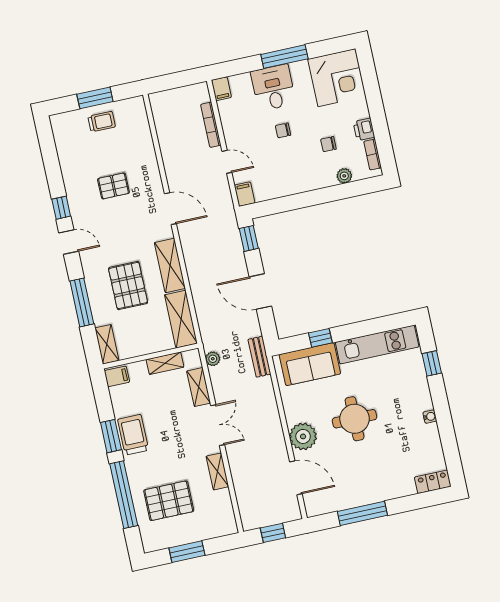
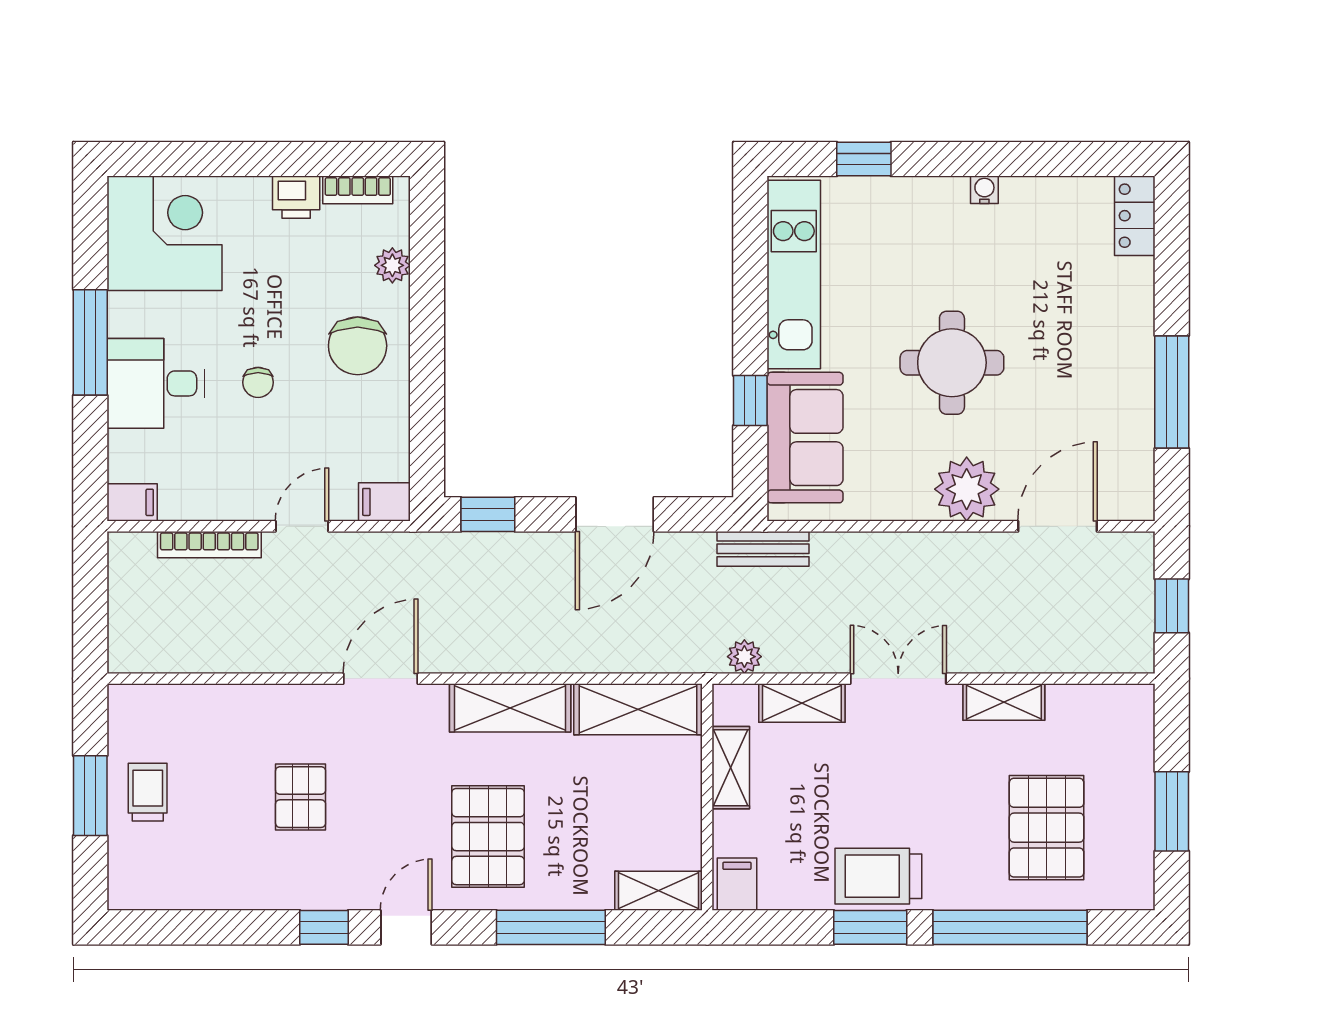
chair: (328, 144) -> (358, 346), moved, width x1.87, depth x1.87
pallet: (128, 285) -> (488, 837), moved, turned 90

